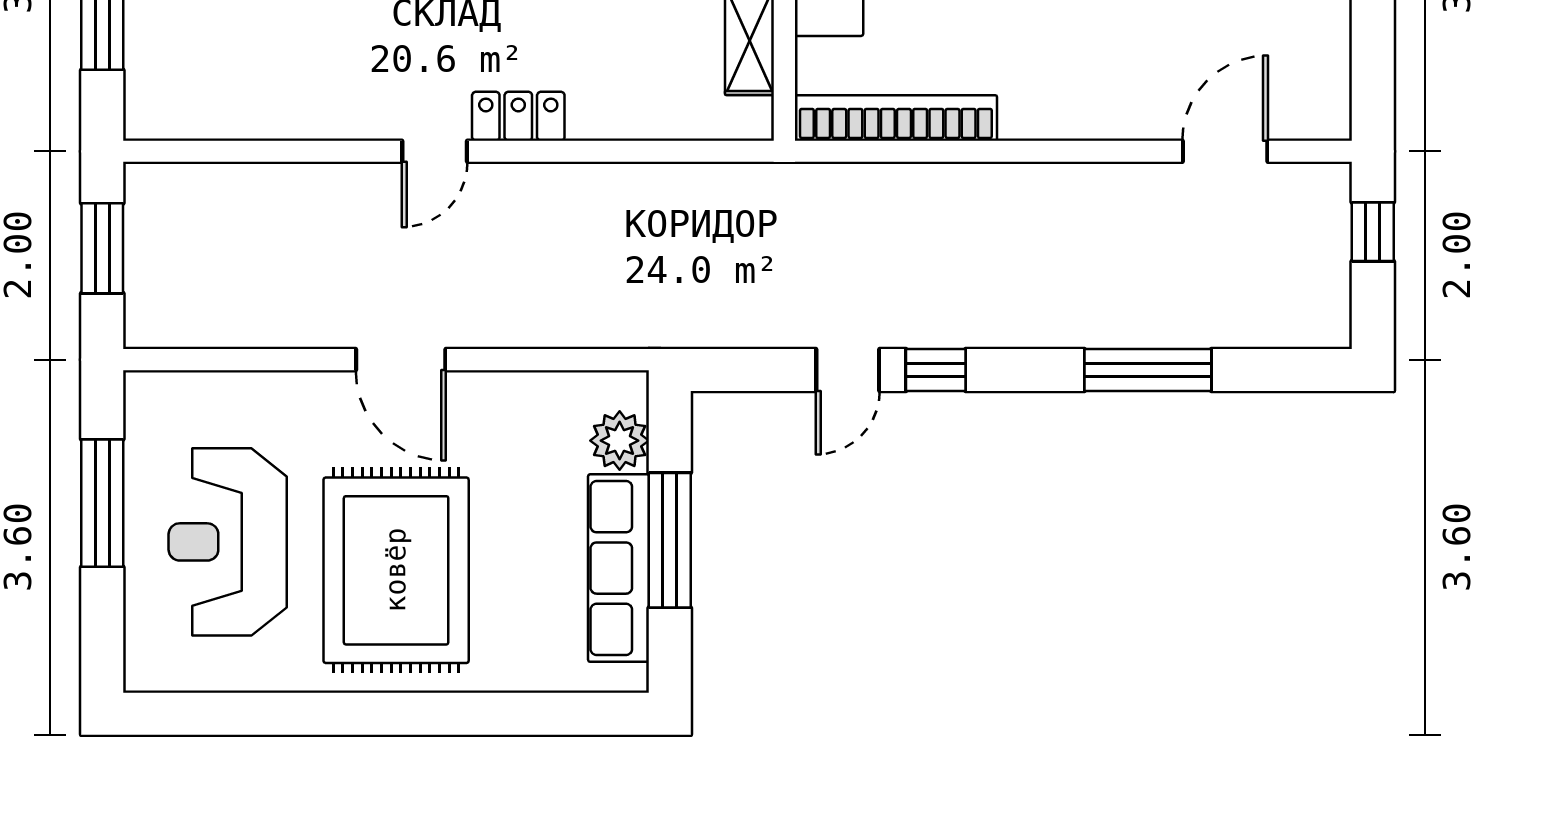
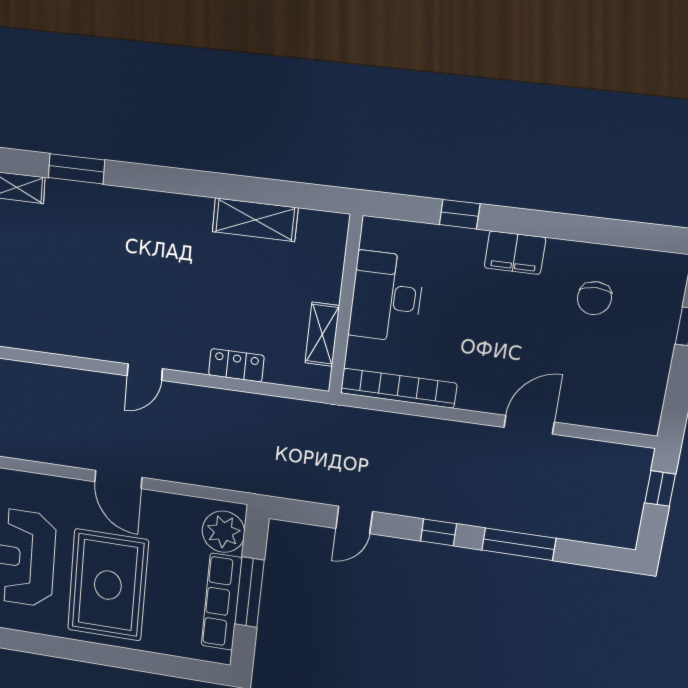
locker: (518, 116) -> (236, 365), moved
door: (1225, 151) -> (529, 425), moved
window: (936, 370) -> (439, 532), moved
plant: (620, 441) -> (223, 532), width x1.36, depth x1.36

